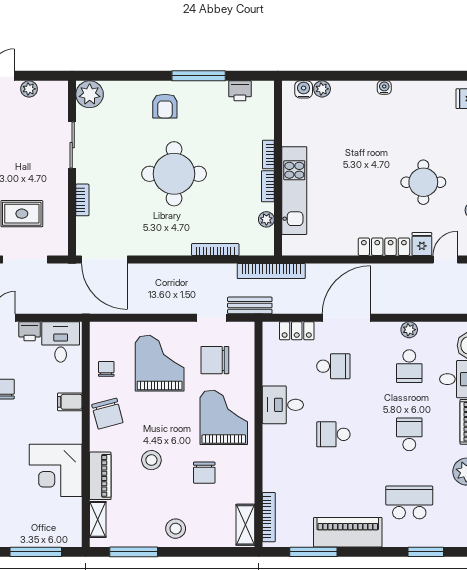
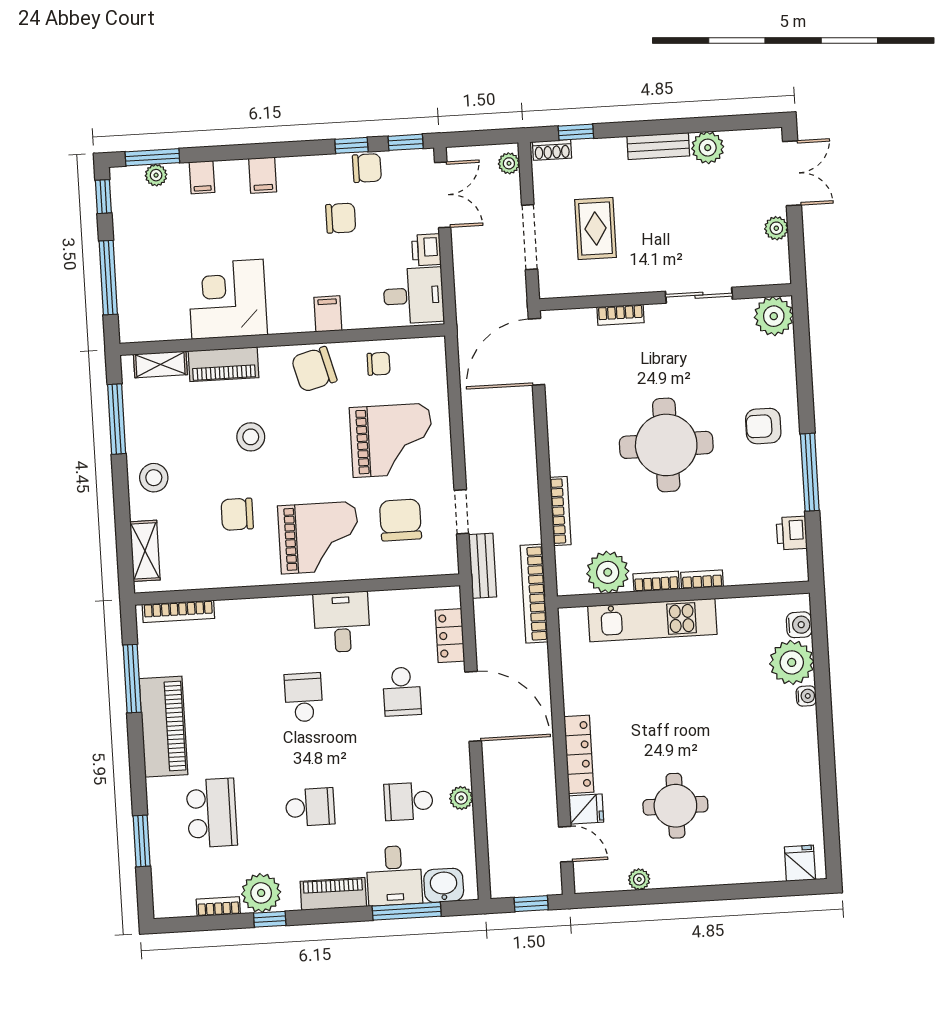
water cooler: (384, 87) -> (806, 696), moved
plant: (322, 89) -> (792, 662), width x1.88, depth x1.88
plant: (266, 219) -> (608, 572), width x1.88, depth x1.88
shelving: (245, 525) -> (145, 551), moved, turned 90

